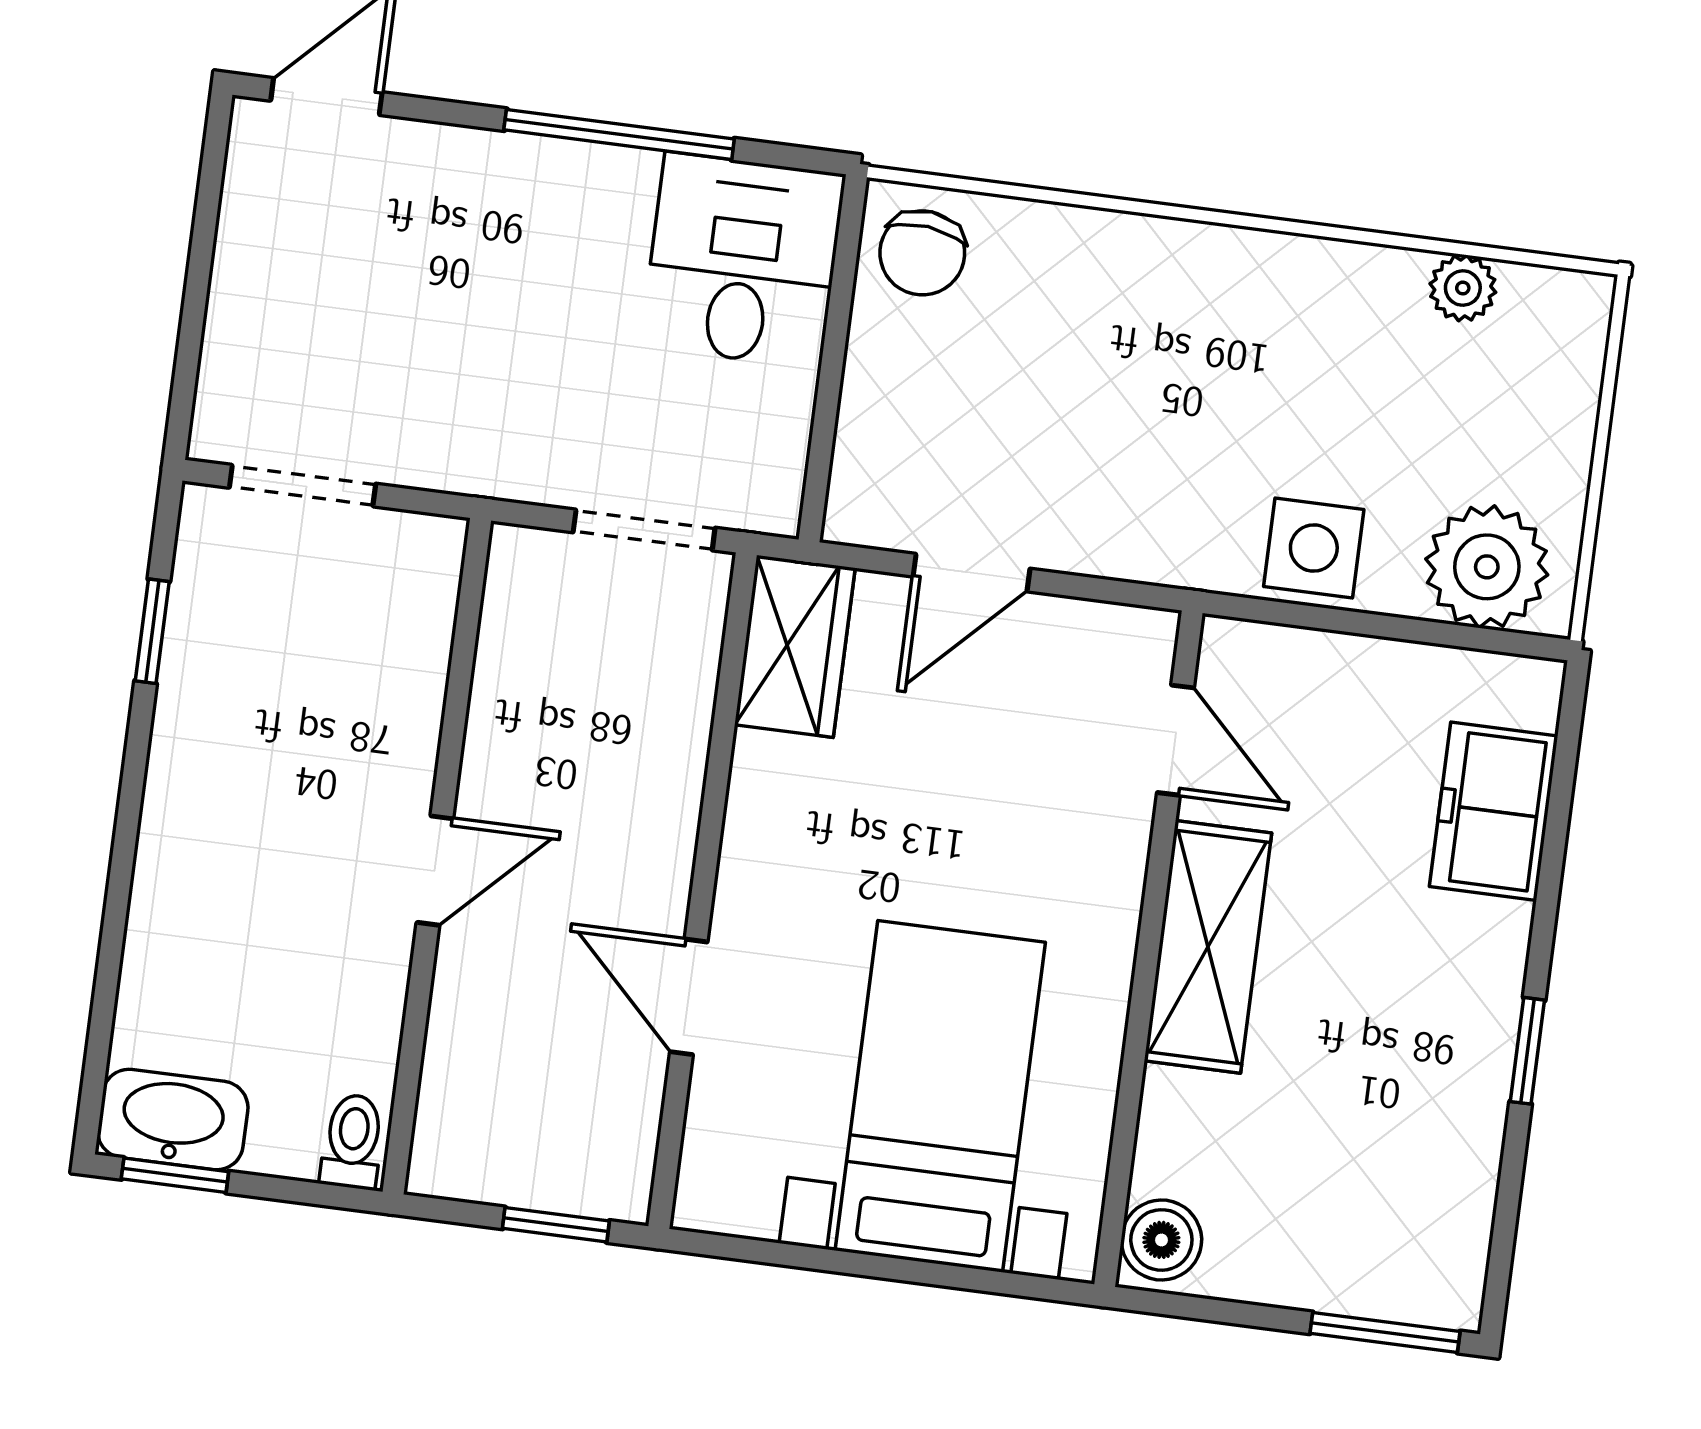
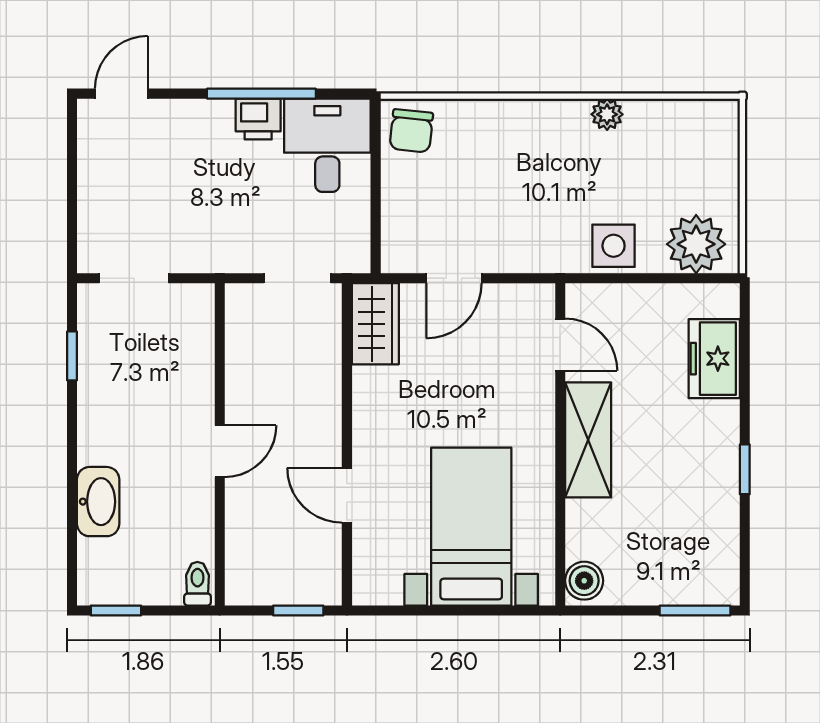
printer: (606, 187) -> (258, 119), added
plant: (1463, 288) -> (607, 114), moved
washbasin: (173, 1120) -> (98, 502), moved, turned 90

